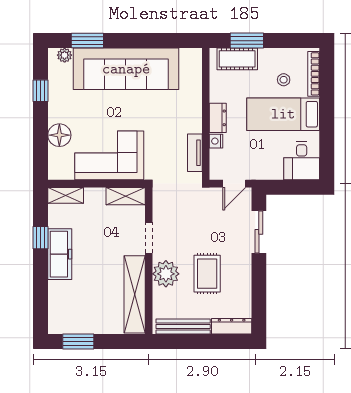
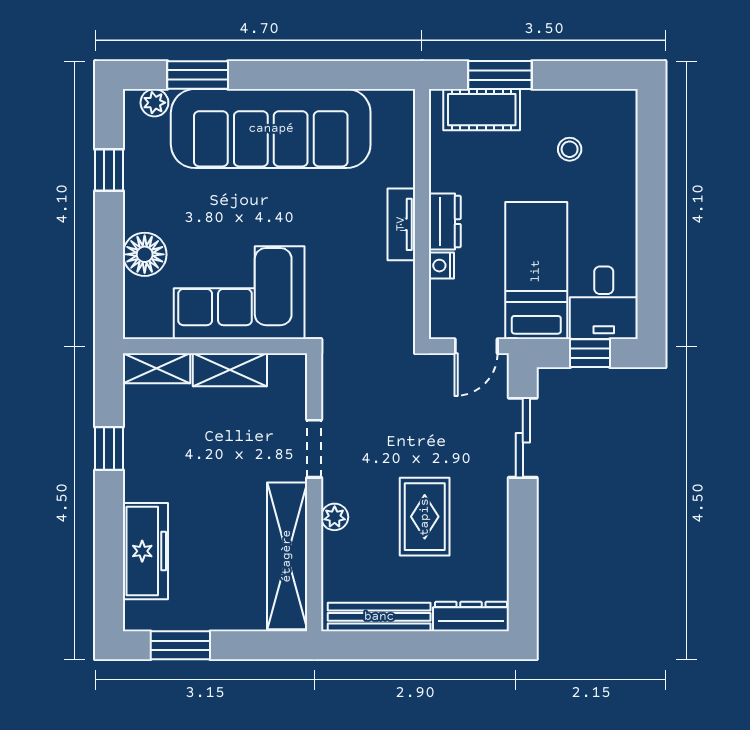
bookcase: (314, 74) -> (627, 138), removed
bed: (283, 114) -> (536, 271), moved, turned 90
tv unit: (195, 153) -> (401, 224), moved
window: (294, 187) -> (590, 353), added
shelving: (126, 196) -> (230, 370), moved
freezer: (60, 254) -> (145, 551), moved
plant: (166, 274) -> (335, 517), width x0.53, depth x0.53

